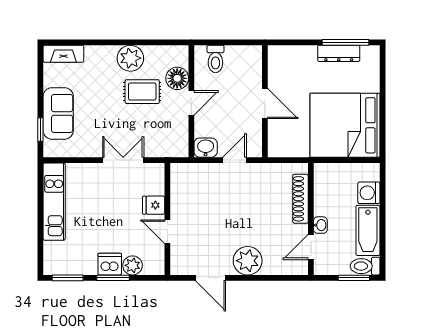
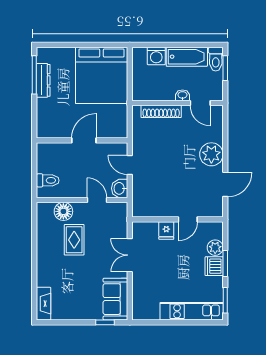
plant: (130, 58) -> (47, 249), removed
door: (191, 103) -> (97, 200), moved
sofa: (58, 113) -> (115, 299), moved, turned -90
kitchen unit: (54, 202) -> (192, 311), moved

